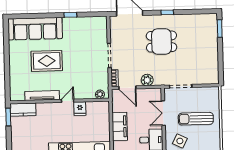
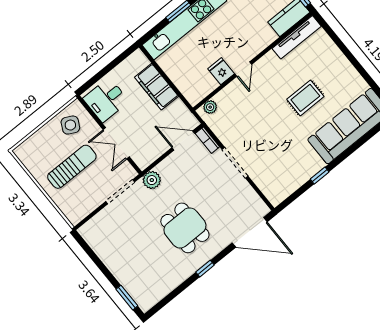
dining table: (161, 42) -> (185, 228), turned 90
rug: (47, 61) -> (305, 98), width x0.73, depth x0.70
plant: (147, 80) -> (152, 180), moved
tv unit: (42, 96) -> (297, 37), moved
double door: (163, 113) -> (116, 143), swing flipped

